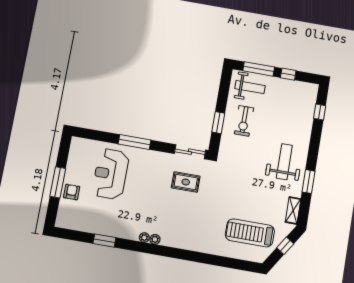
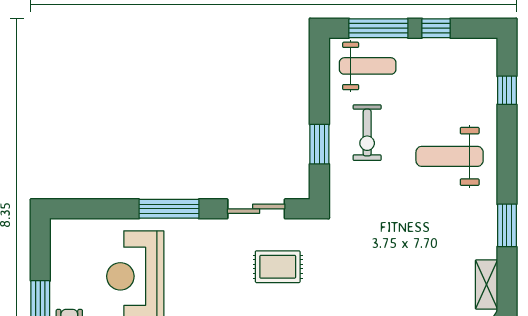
sliding door: (190, 152) -> (256, 209), moved
weight bench: (284, 162) -> (450, 156), moved, turned -90

